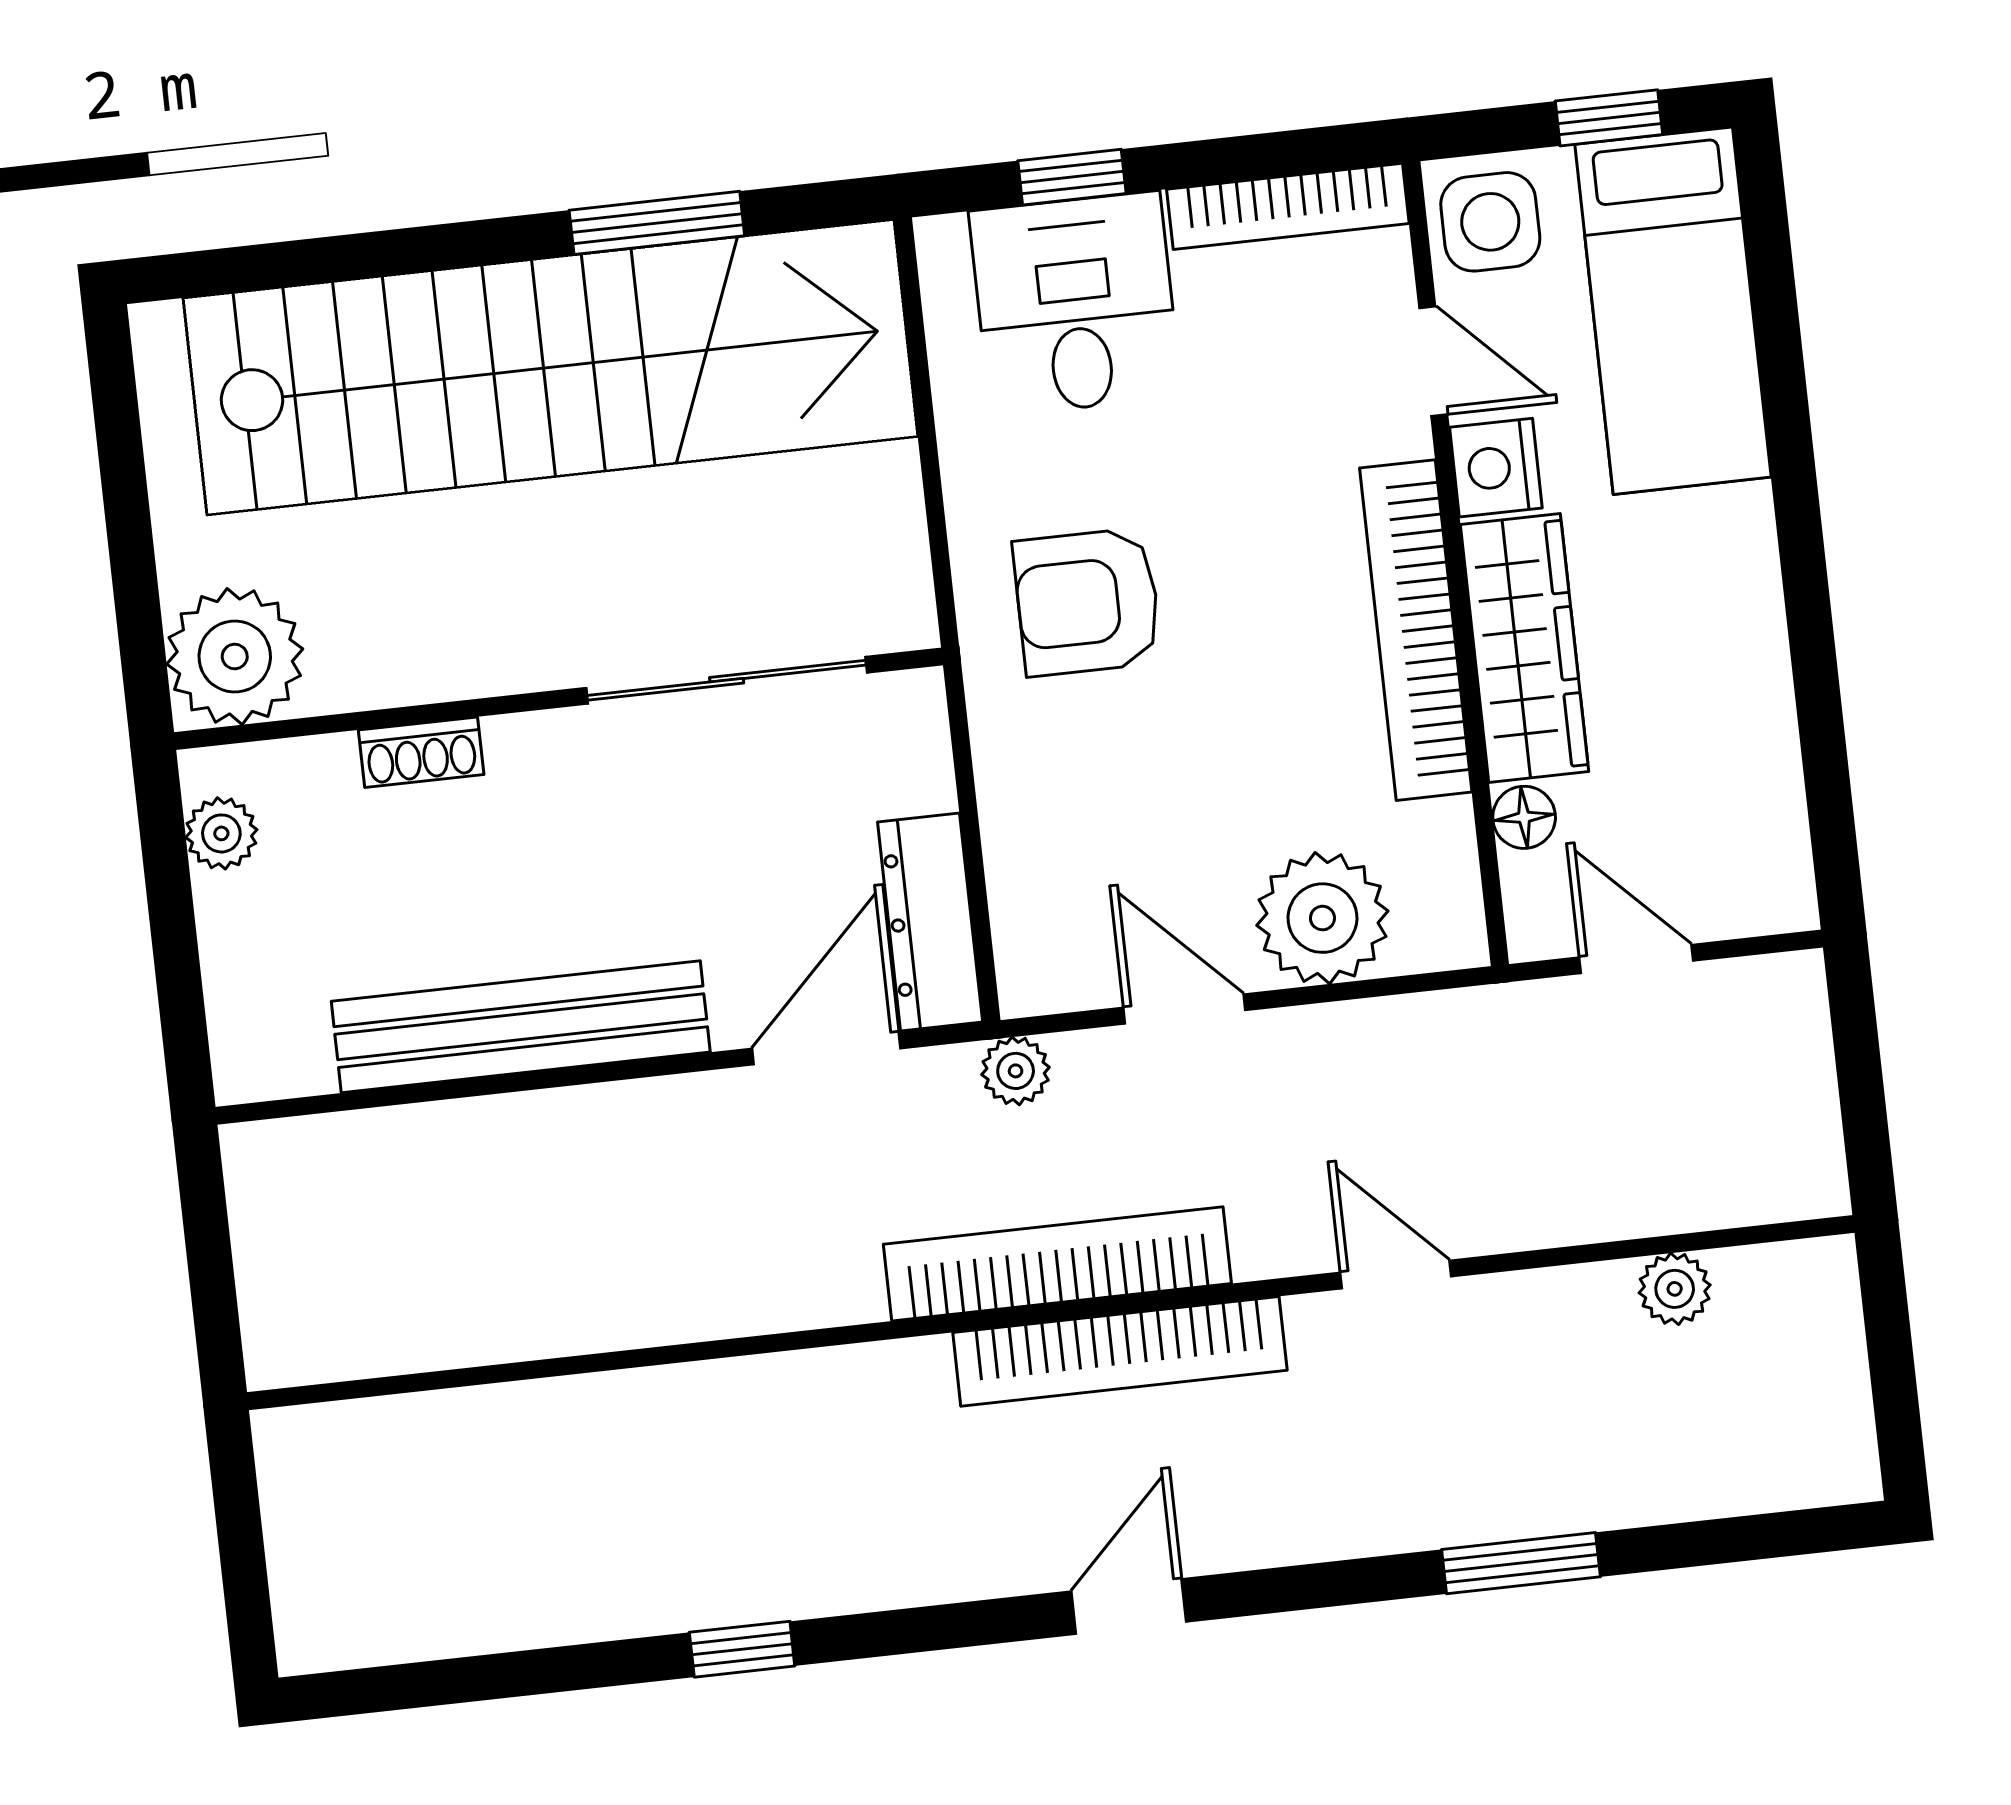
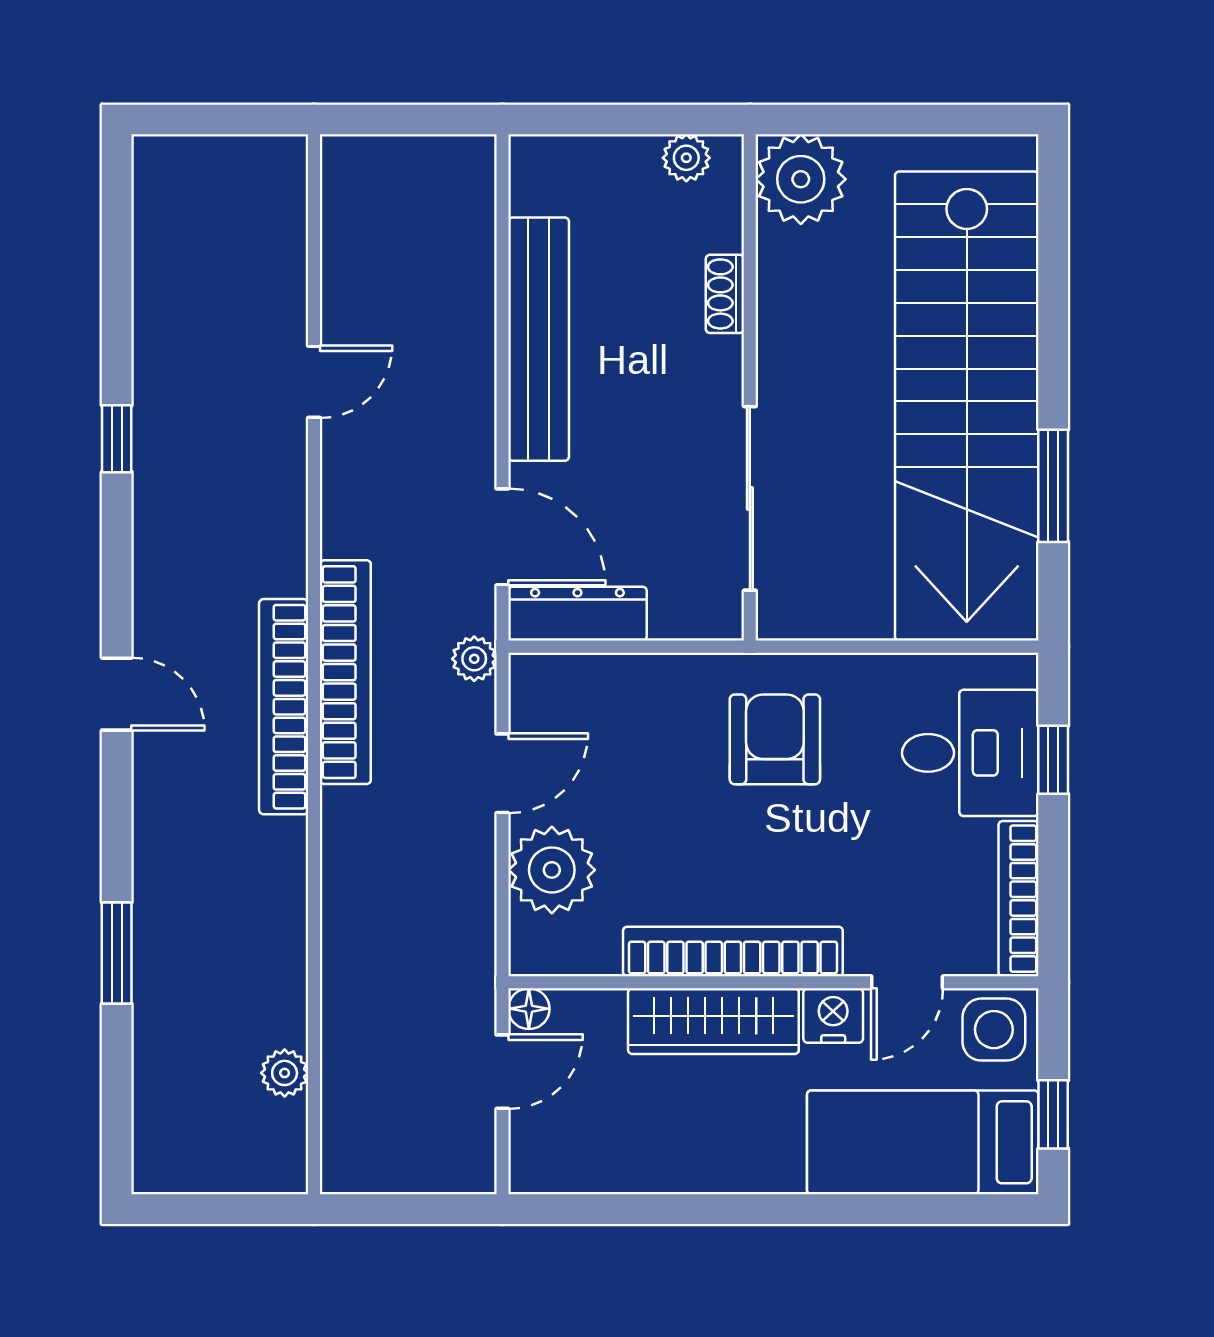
floor lamp: (1524, 817) -> (529, 1009), moved
door: (1396, 1275) -> (314, 382), moved

